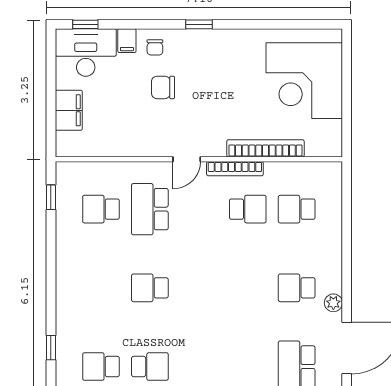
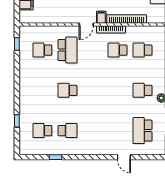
filing cabinet: (216, 145) -> (101, 17), added
school desk: (150, 209) -> (67, 50), turned 180
school desk: (248, 209) -> (117, 50), turned 180

